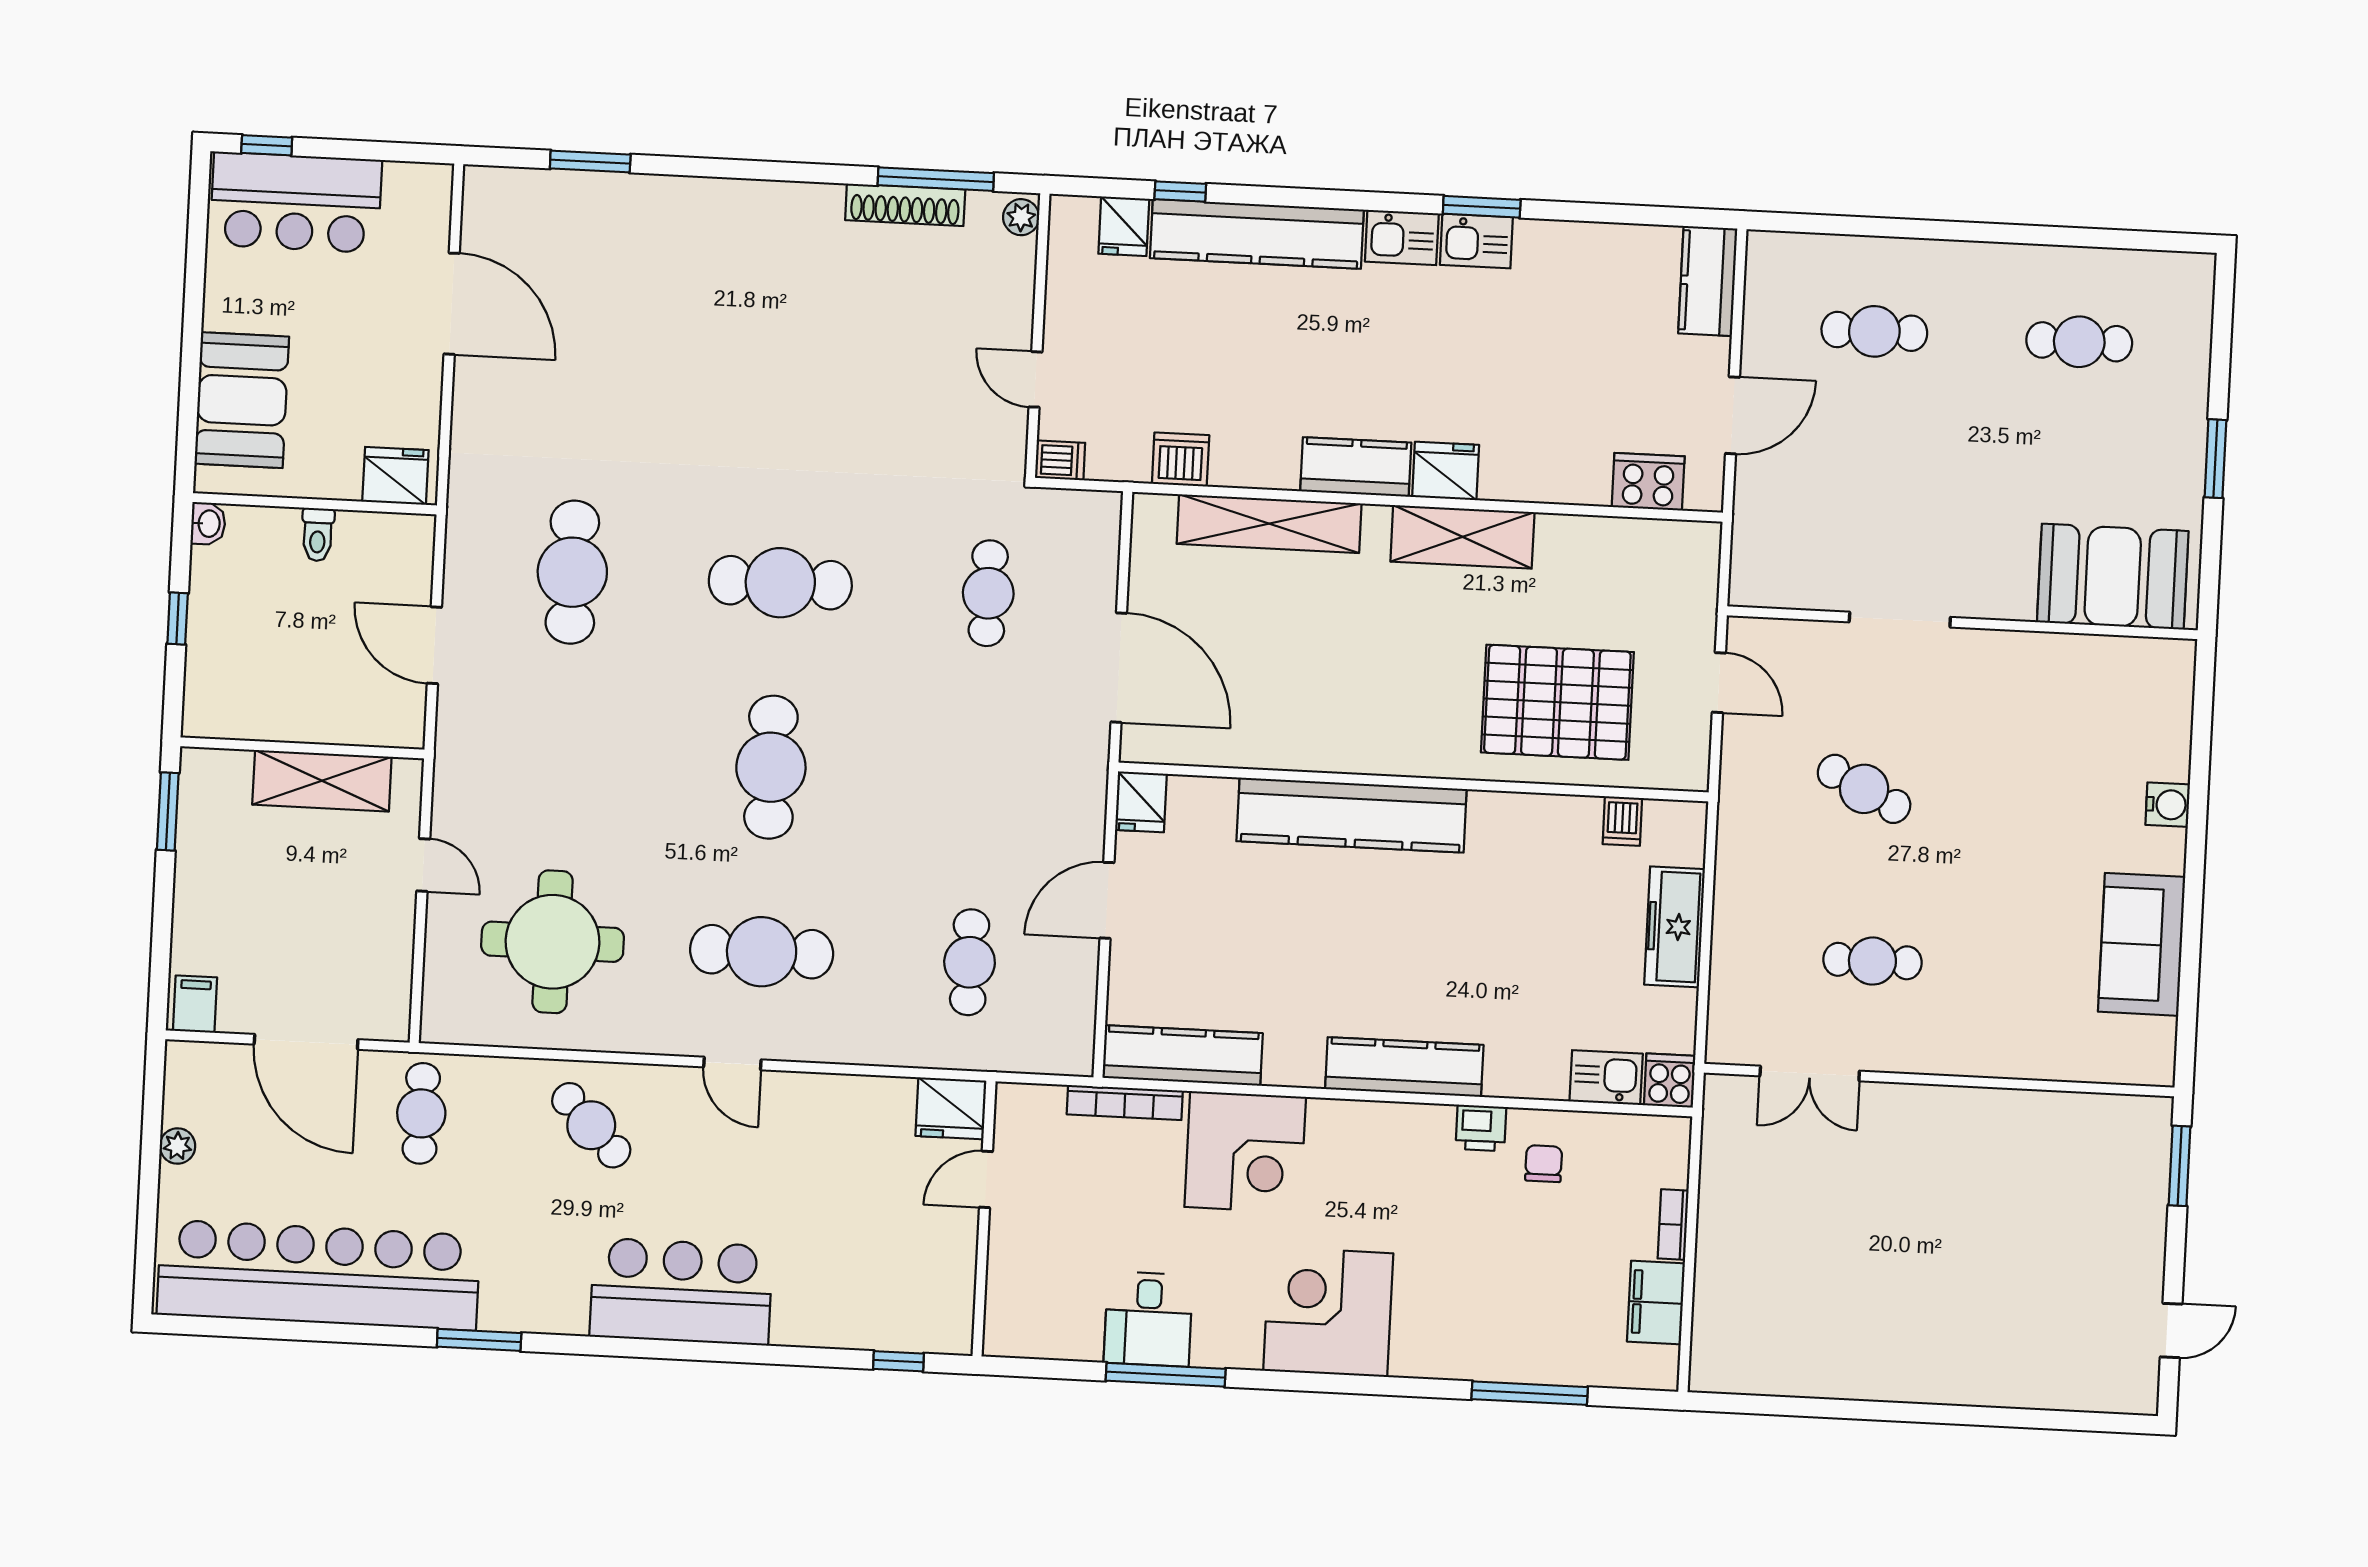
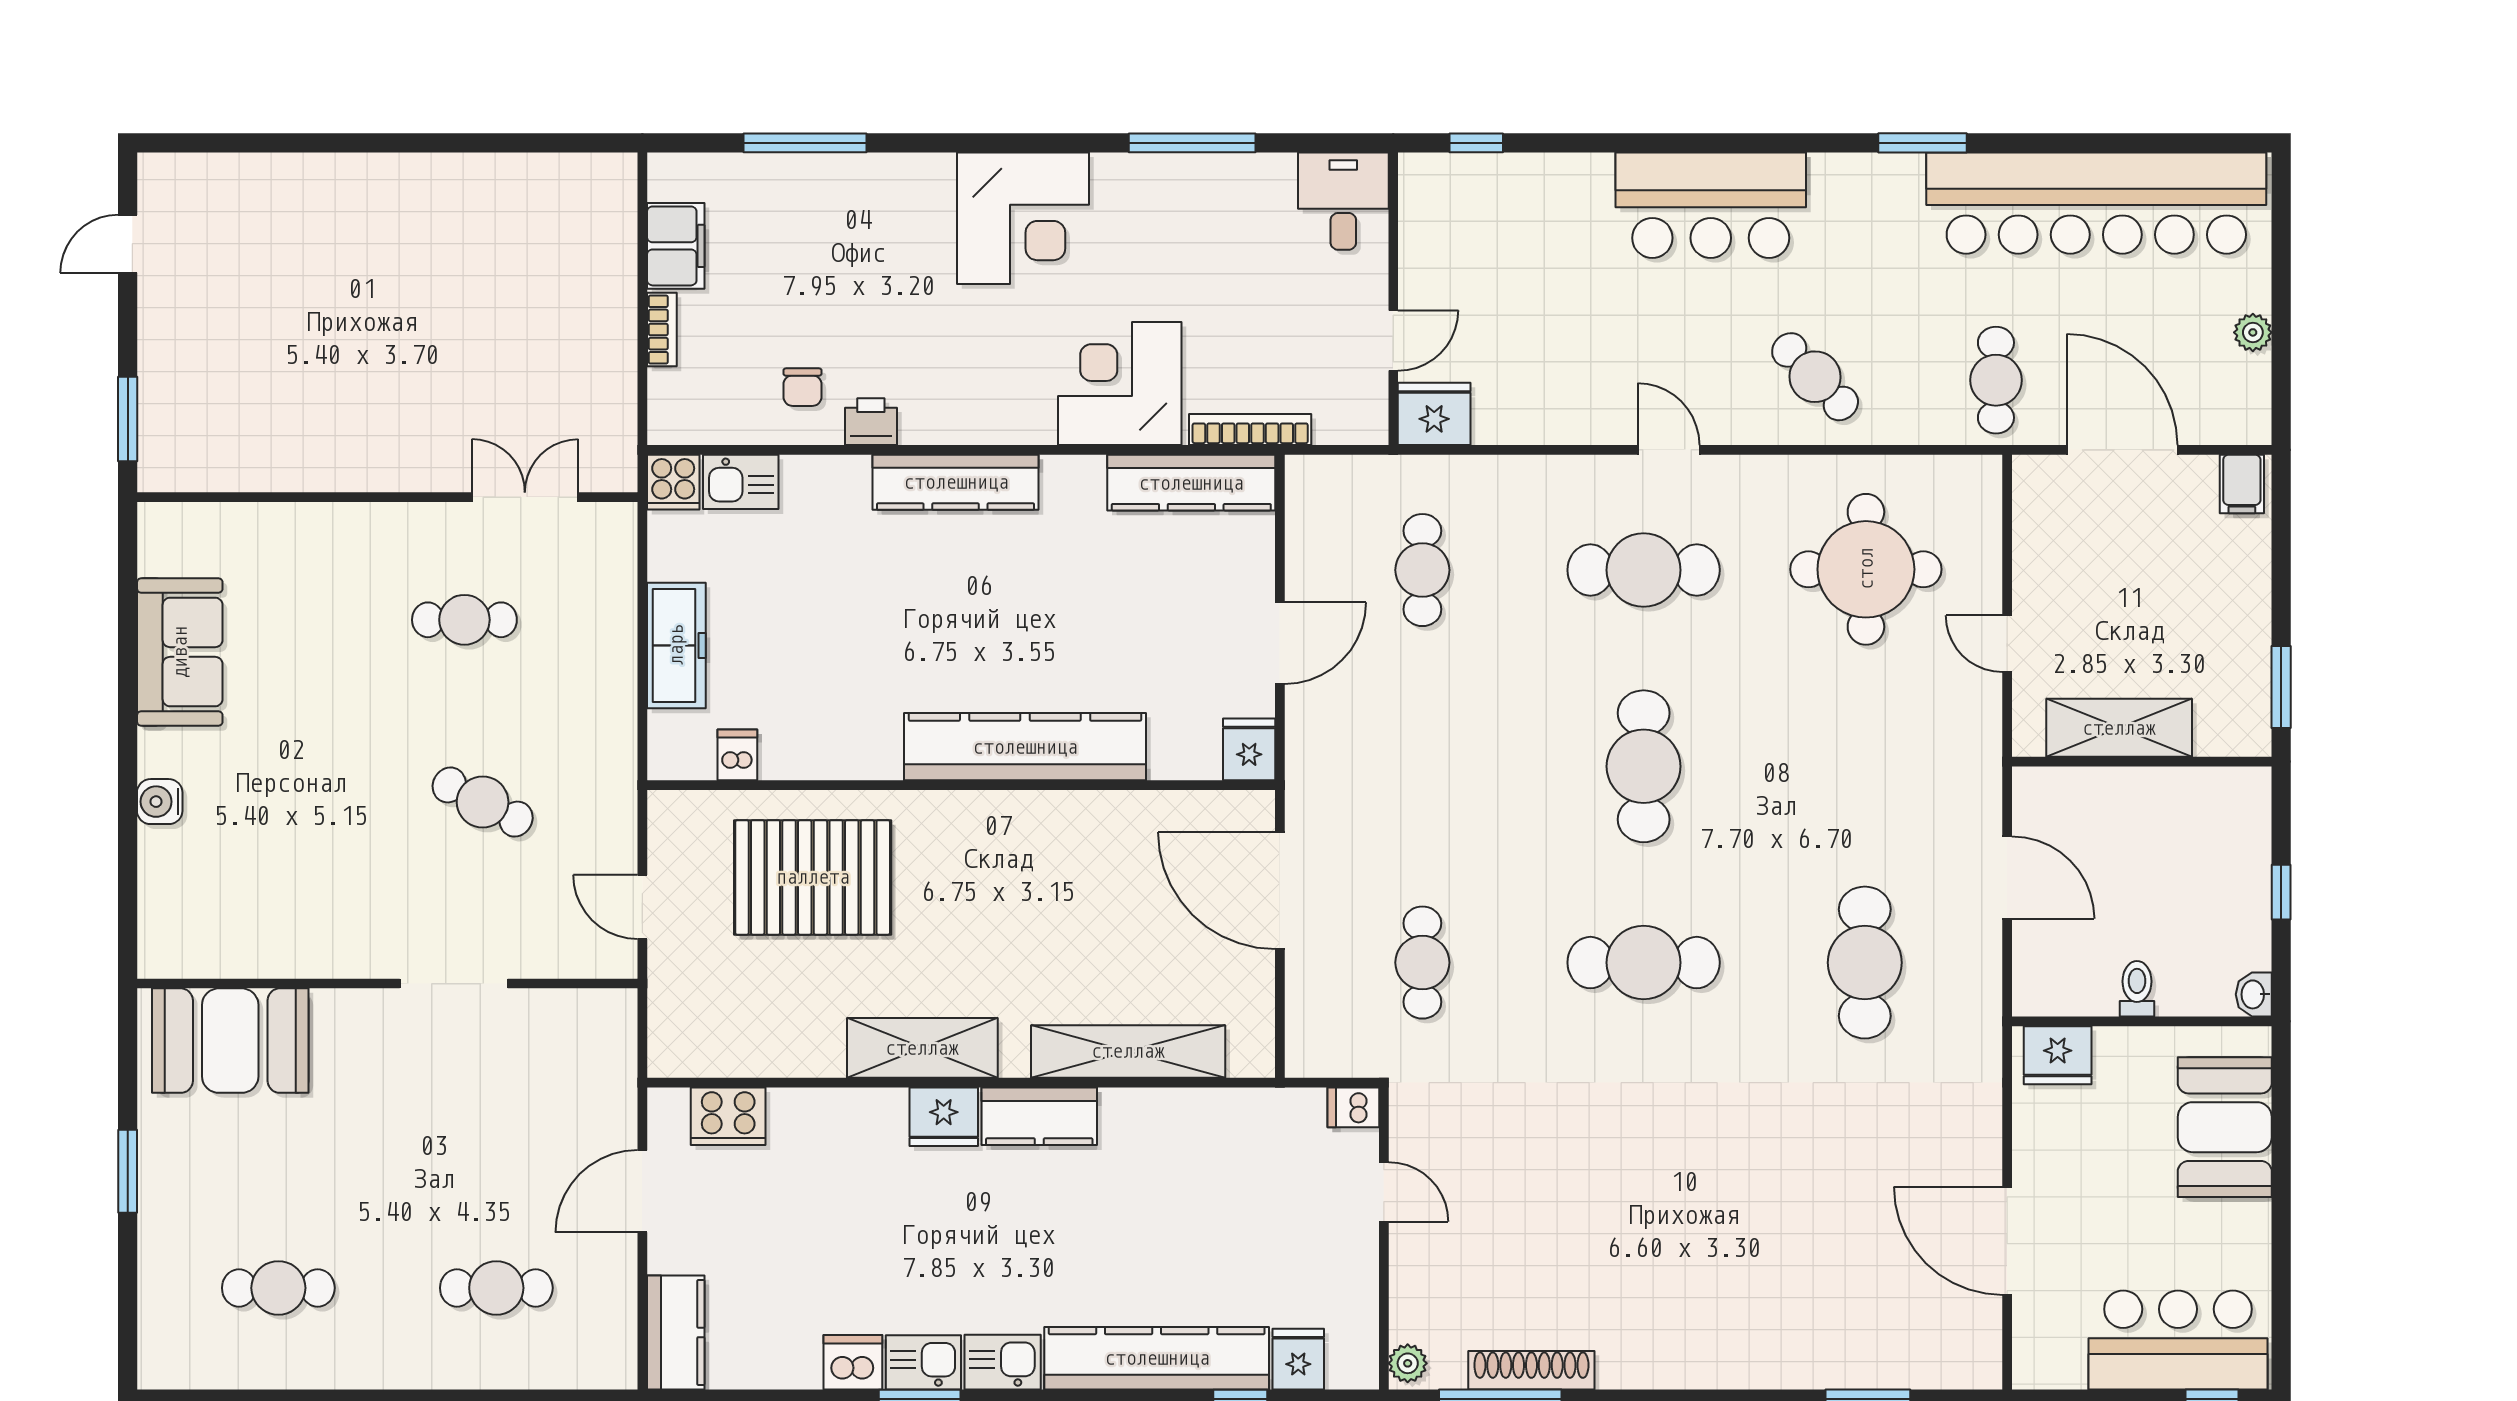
dishwasher: (1181, 459) -> (853, 1362), moved, turned 180
desk: (1148, 1319) -> (1343, 201), moved

